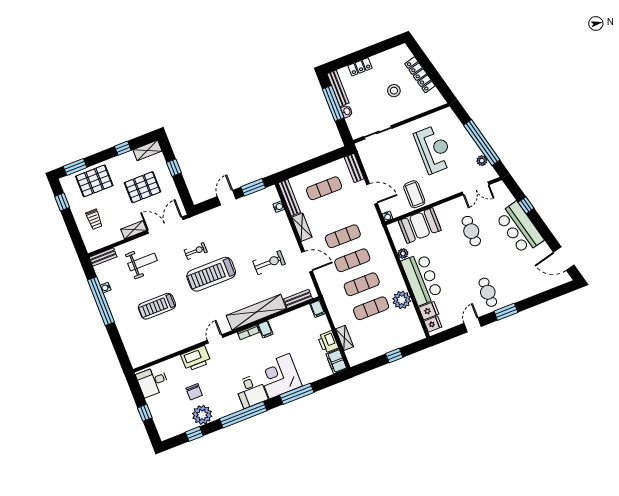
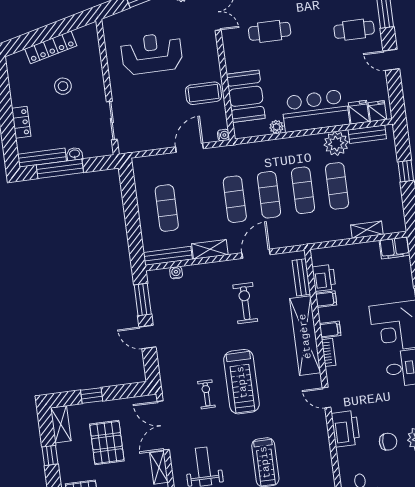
bench: (354, 168) -> (367, 134), moved
filing cabinet: (318, 309) -> (326, 299), moved
printer: (328, 342) -> (324, 278), moved, turned -90

